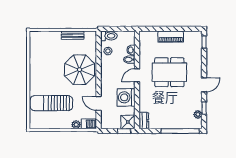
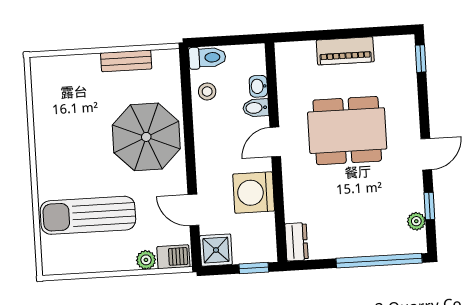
shower: (128, 122) -> (216, 250), moved

